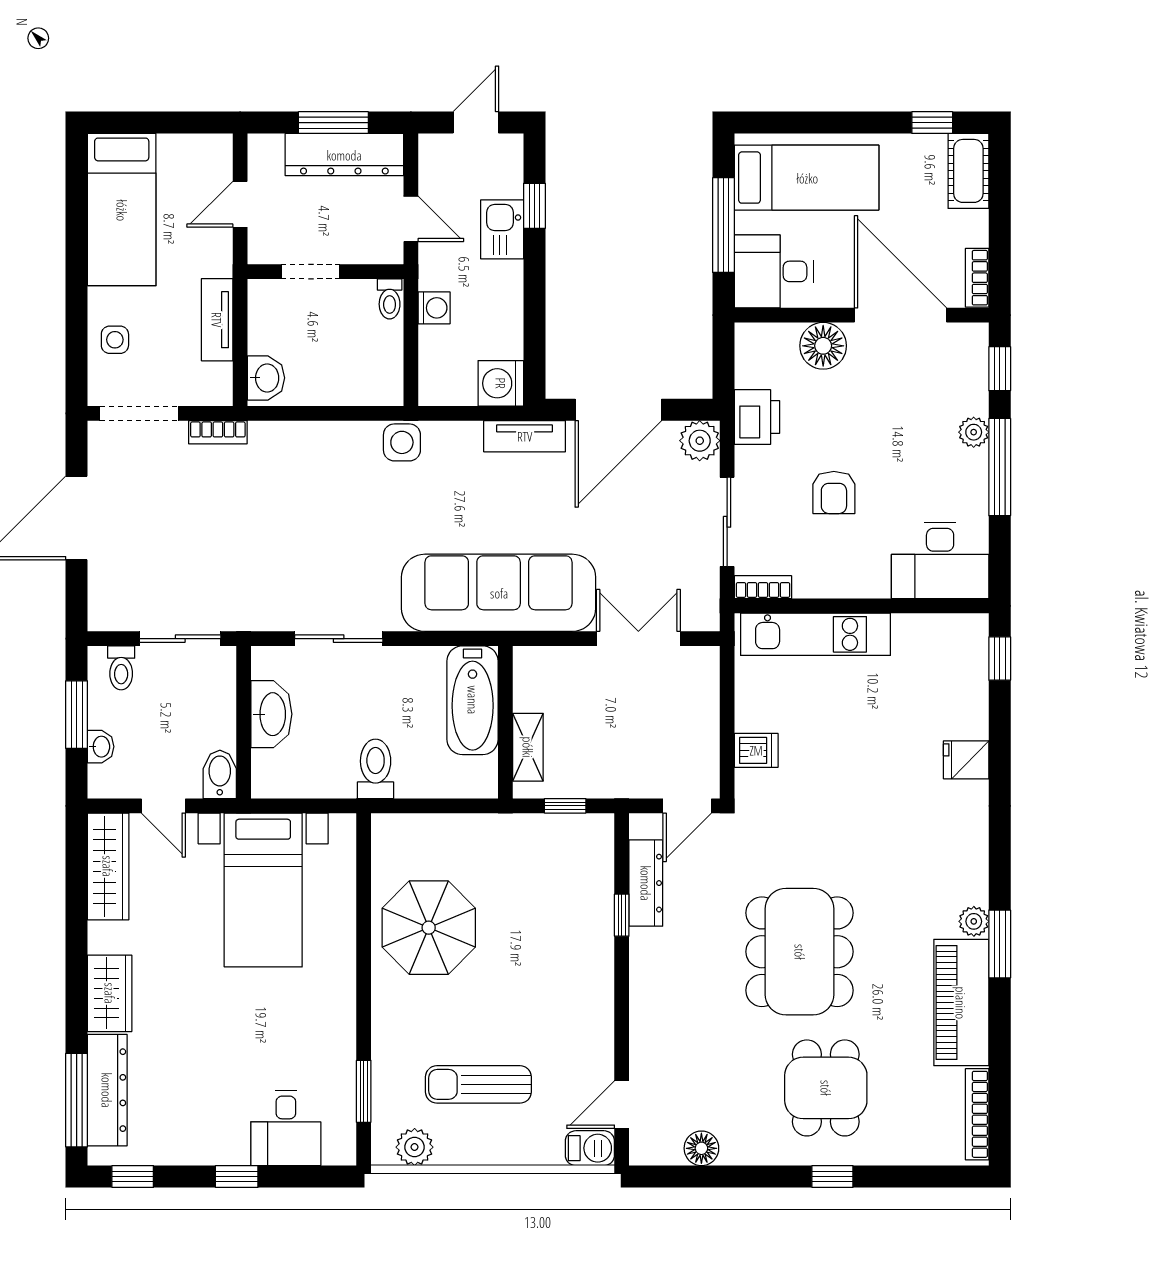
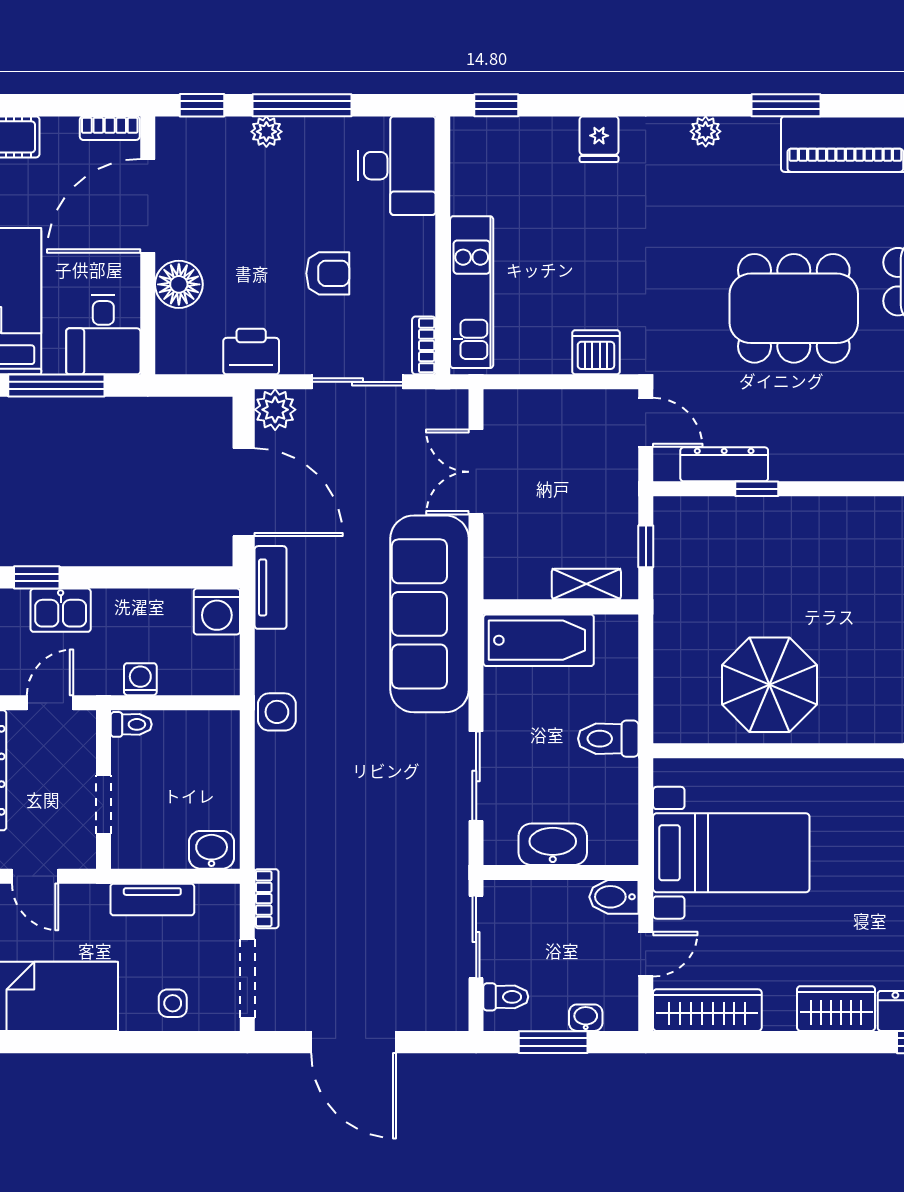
dishwasher: (756, 750) -> (596, 352), width x1.38
plant: (974, 921) -> (706, 131), moved

